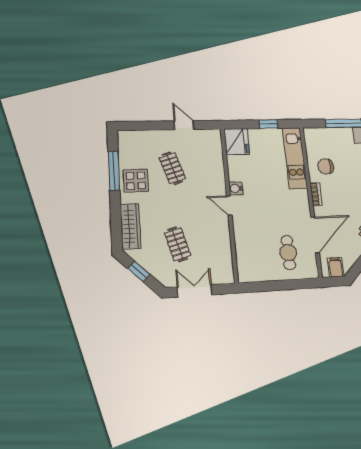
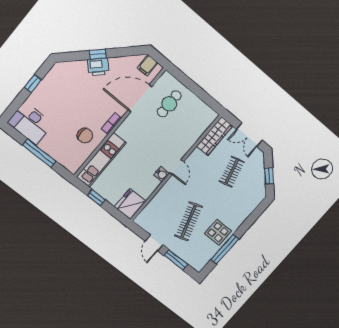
window: (150, 126) -> (176, 260), added
clothes rail: (172, 168) -> (189, 221), width x1.36
wardrobe: (130, 226) -> (215, 136), moved, turned 180

